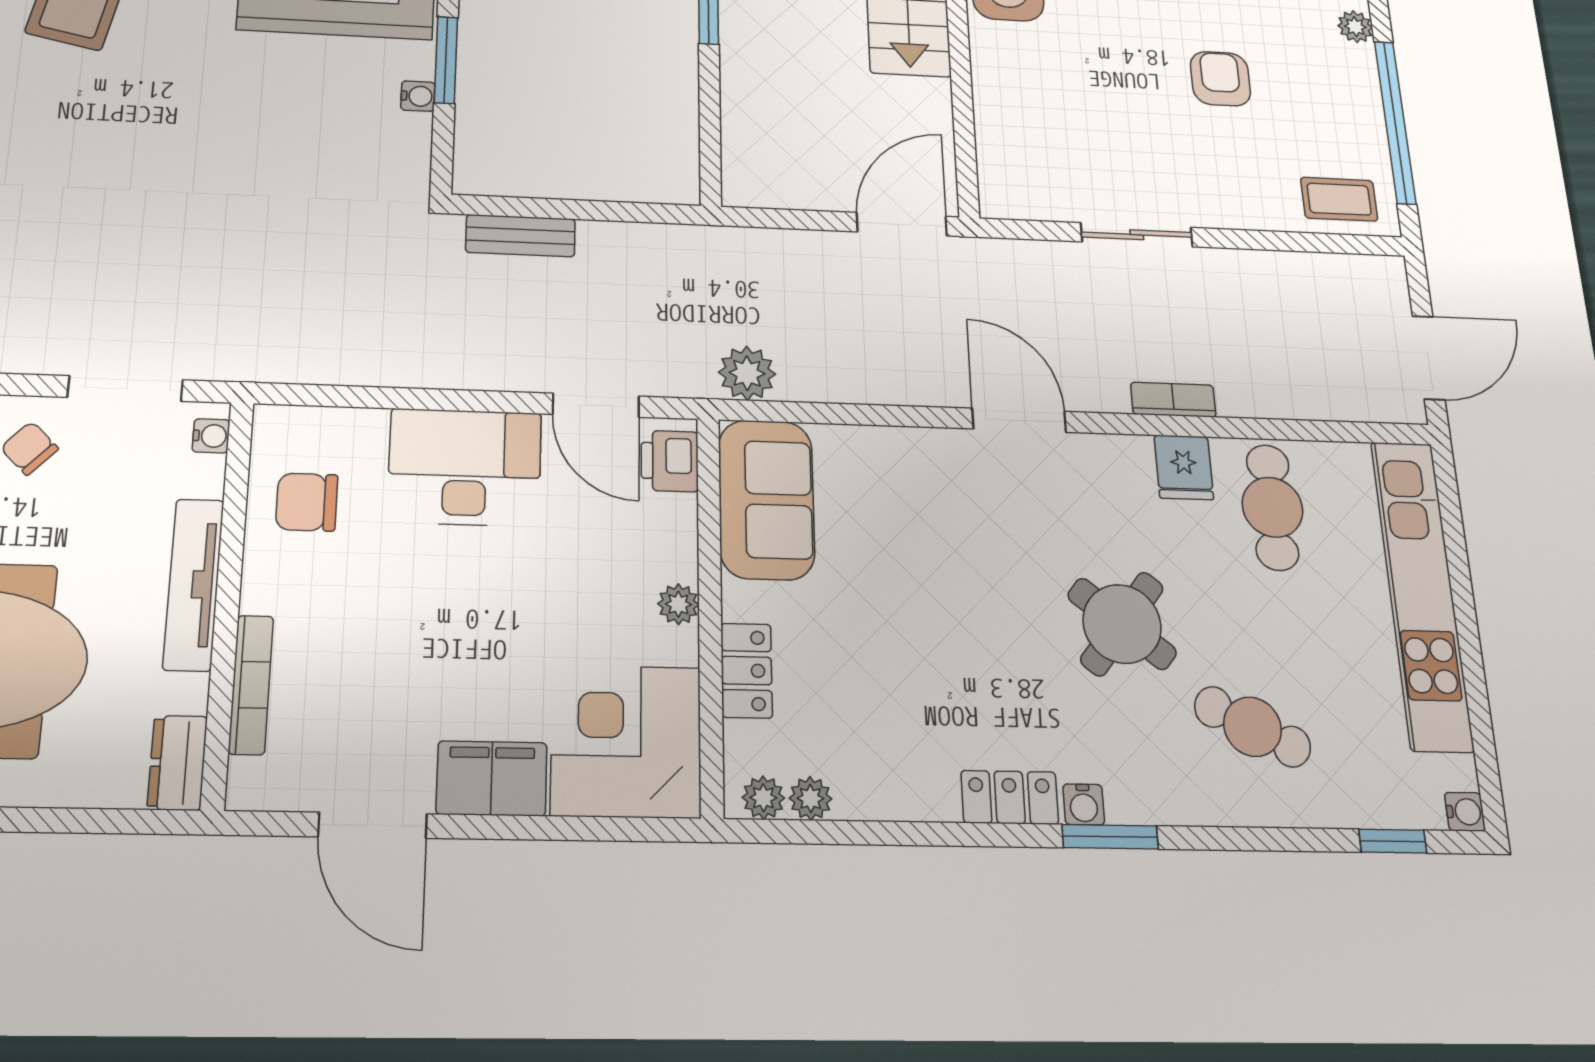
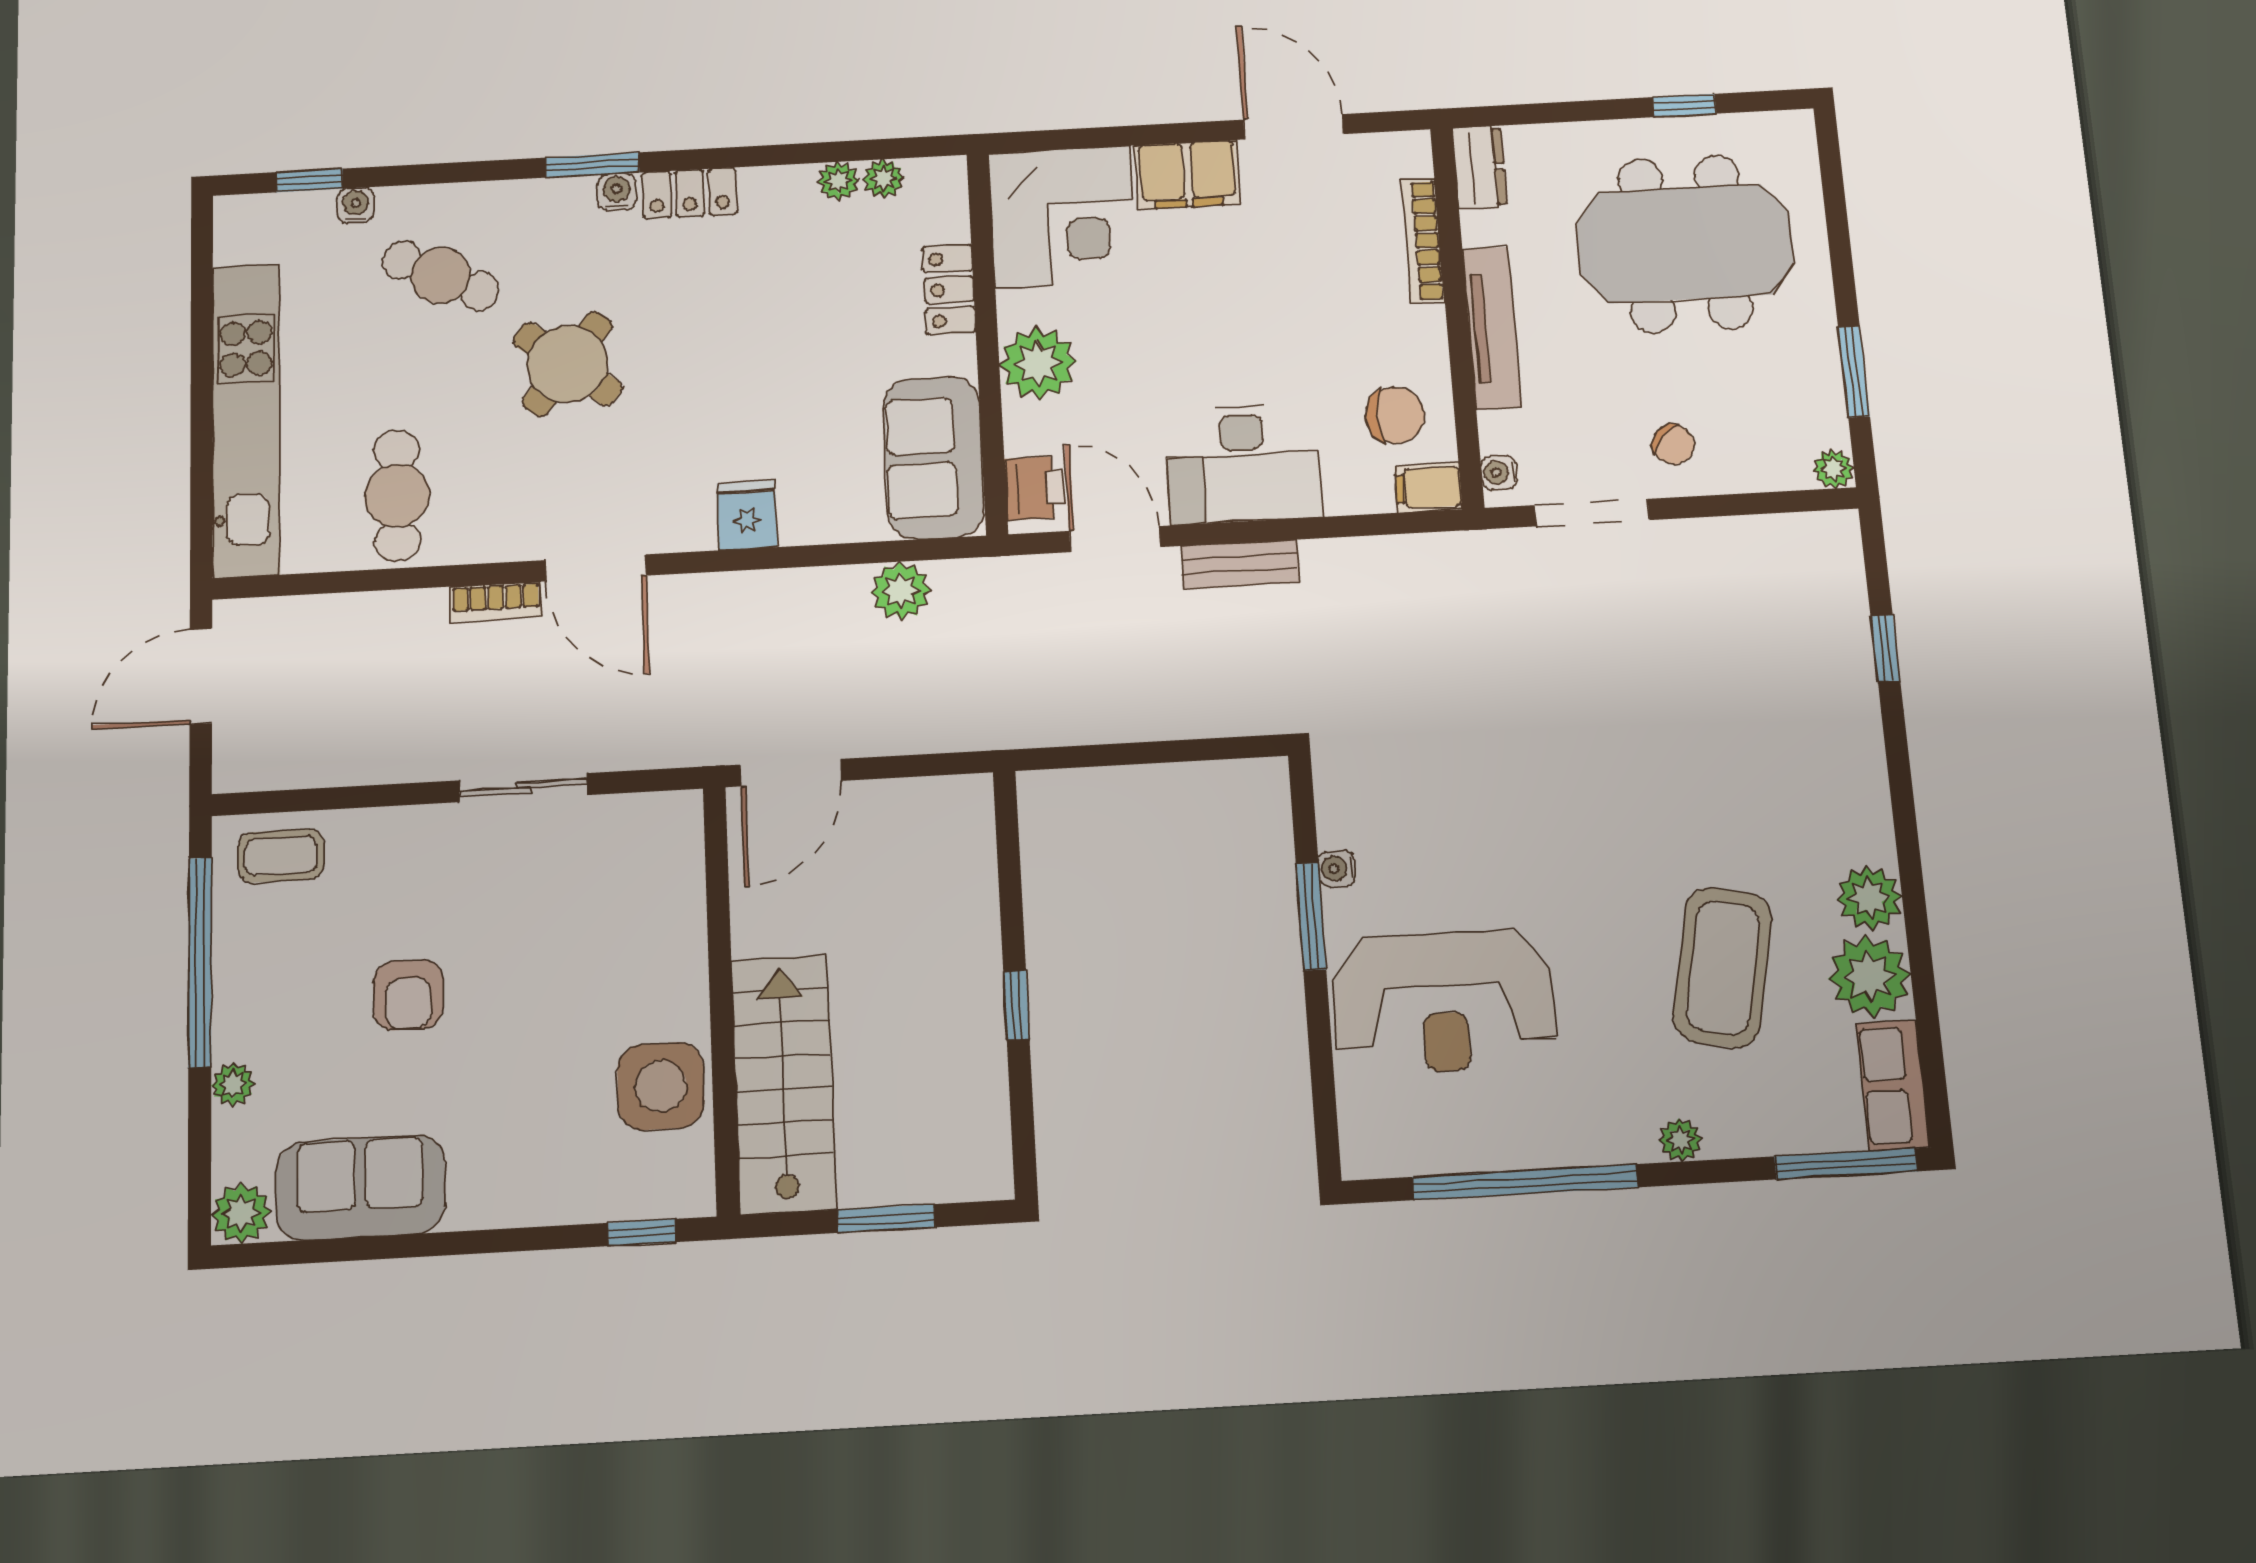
bench: (521, 236) -> (1240, 564), moved
plant: (747, 373) -> (901, 591), moved
door: (1019, 420) -> (596, 568), moved
filing cabinet: (284, 427) -> (1428, 488), added
fridge: (1184, 467) -> (747, 515), moved
plant: (678, 604) -> (1038, 363), width x1.88, depth x1.88
plant: (763, 798) -> (838, 181), moved
water cooler: (1465, 812) -> (356, 205), moved, turned 90

